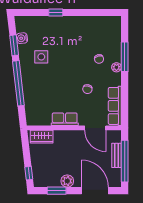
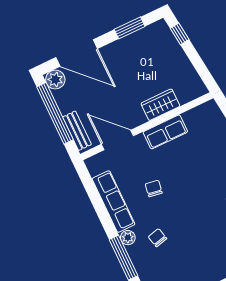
row of seats: (115, 106) -> (113, 202), moved
wardrobe: (42, 137) -> (160, 105), moved
bench: (117, 155) -> (77, 131), moved
plant: (67, 181) -> (55, 80), moved

